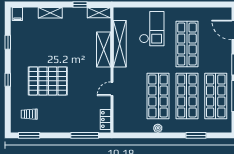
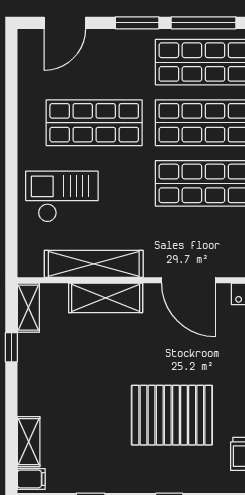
shelving: (50, 13) -> (29, 442), moved
pallet: (48, 81) -> (172, 415), turned 90
door: (112, 89) -> (188, 280), width x1.87

